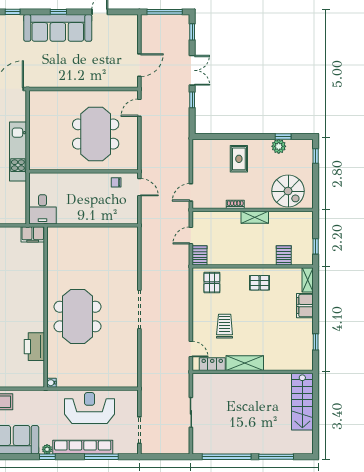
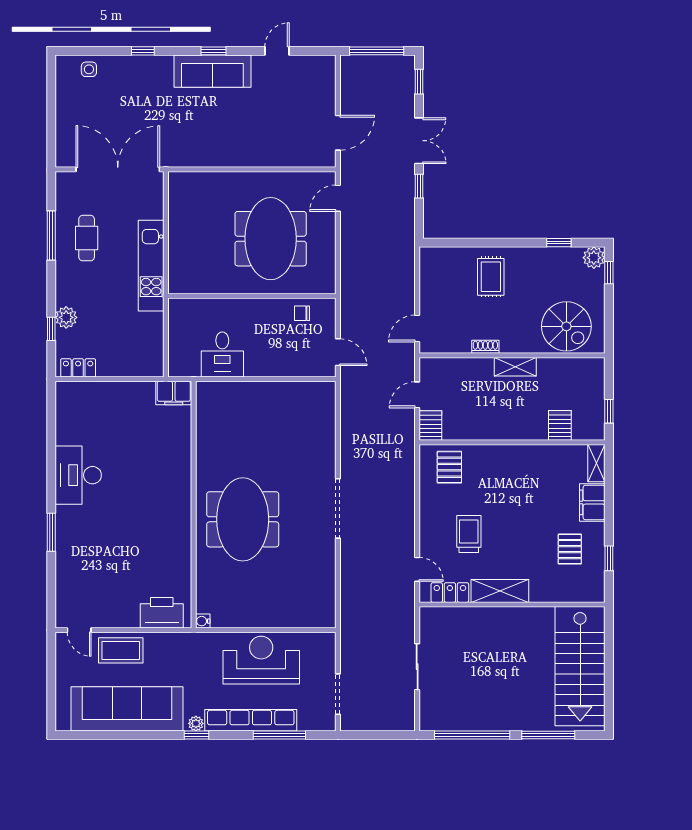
sofa: (58, 28) -> (212, 71), width x0.74, depth x0.79
plant: (279, 146) -> (594, 258), moved
door: (139, 187) -> (338, 352), moved
desk: (43, 209) -> (222, 354), moved
pallet: (260, 283) -> (570, 549), moved, turned 90
printer: (34, 347) -> (162, 613), moved, turned 90
stairs: (302, 402) -> (580, 666), width x1.36, depth x1.51

